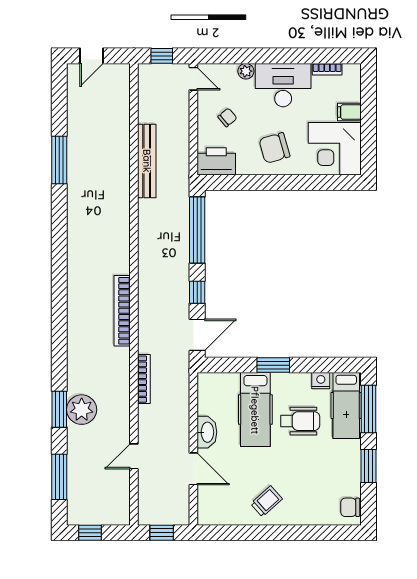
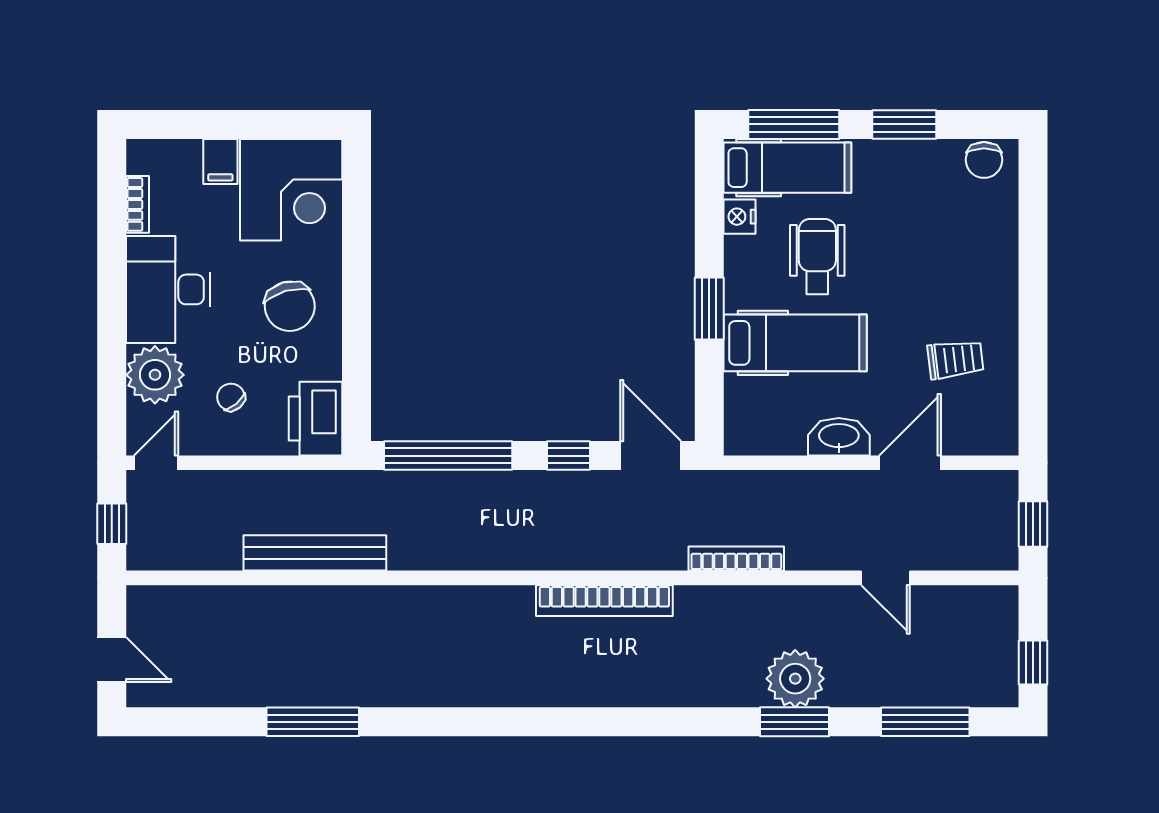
plant: (246, 71) -> (155, 375), width x1.88, depth x1.88
trolley: (267, 501) -> (955, 359), moved, turned 125

